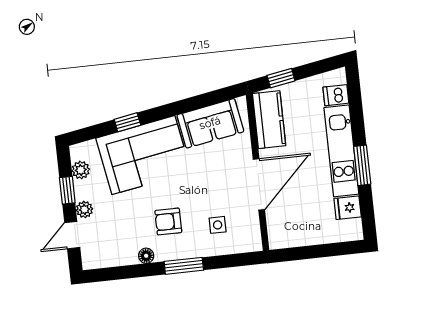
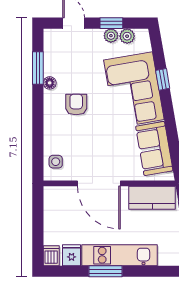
dishwasher: (336, 95) -> (51, 256), moved
plant: (84, 209) -> (111, 36), moved
side table: (218, 225) -> (56, 162), moved
window: (184, 266) -> (38, 68), moved

